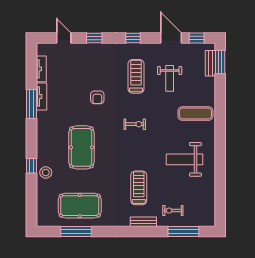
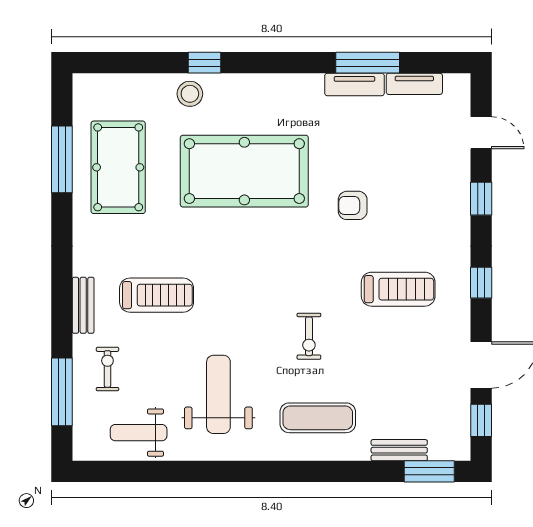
door: (64, 38) -> (481, 133), hinge flipped
bench: (210, 63) -> (399, 450), moved
weight bench: (170, 78) -> (139, 433), moved
window: (31, 104) -> (368, 63), moved
exercise mat: (195, 113) -> (318, 418), turned 90
exercise bike: (135, 124) -> (309, 336), moved
pool table: (81, 147) -> (244, 171), width x1.36, depth x1.32

